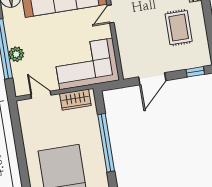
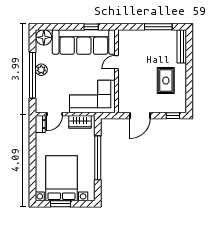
plant: (16, 54) -> (41, 70), moved
door: (41, 95) -> (55, 114), swing flipped
dresser: (24, 111) -> (40, 124), added

